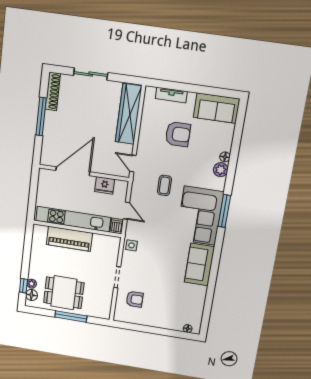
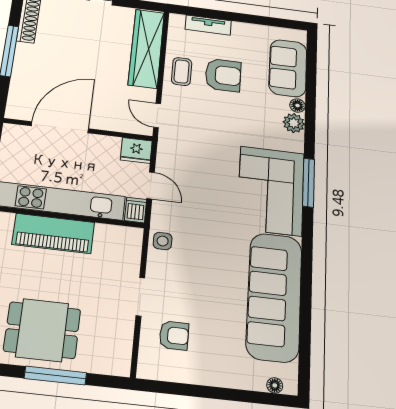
sofa: (217, 108) -> (288, 68), moved, turned 90
fridge: (105, 185) -> (136, 150), moved
coffee table: (164, 185) -> (182, 71), moved
sofa: (199, 264) -> (274, 297), width x1.85, depth x1.27

